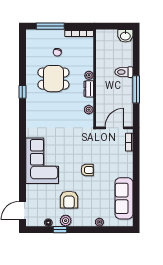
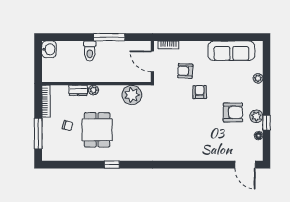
dresser: (89, 89) -> (78, 90), moved
plant: (89, 110) -> (132, 95), width x1.88, depth x1.88
armchair: (106, 157) -> (185, 71), added
corner sofa: (42, 161) -> (189, 143), removed

